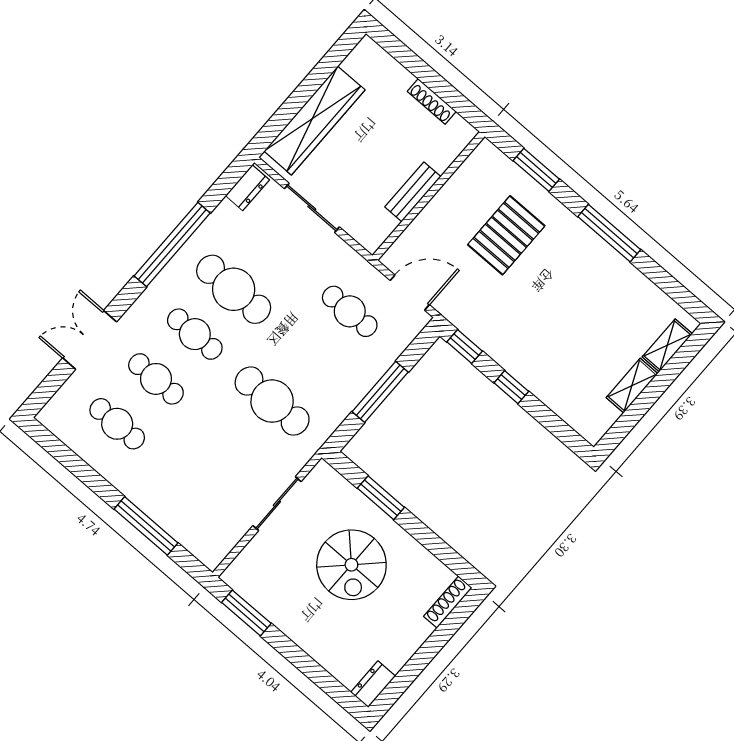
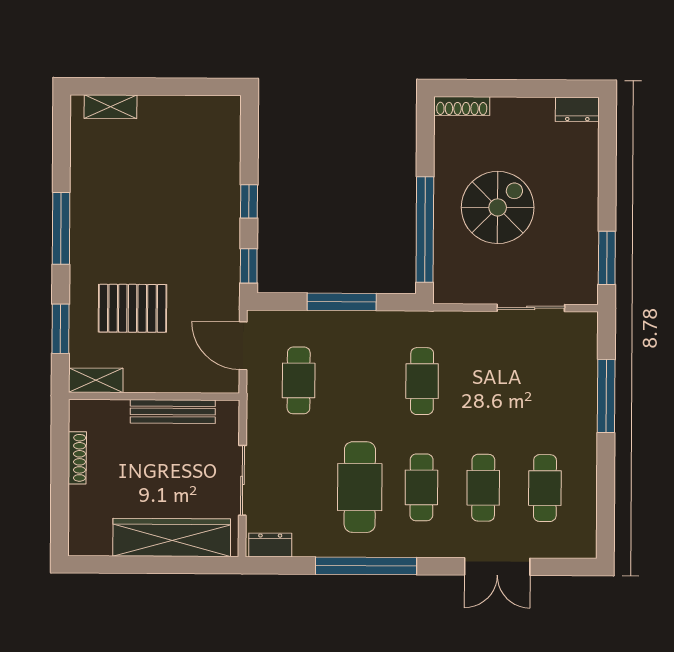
bench: (413, 192) -> (173, 412), width x1.36
shelving: (632, 386) -> (96, 380), moved
cafe table: (272, 401) -> (422, 381), width x0.73, depth x0.74
window: (381, 498) -> (425, 230), width x2.11
sliding door: (277, 504) -> (531, 308), moved

